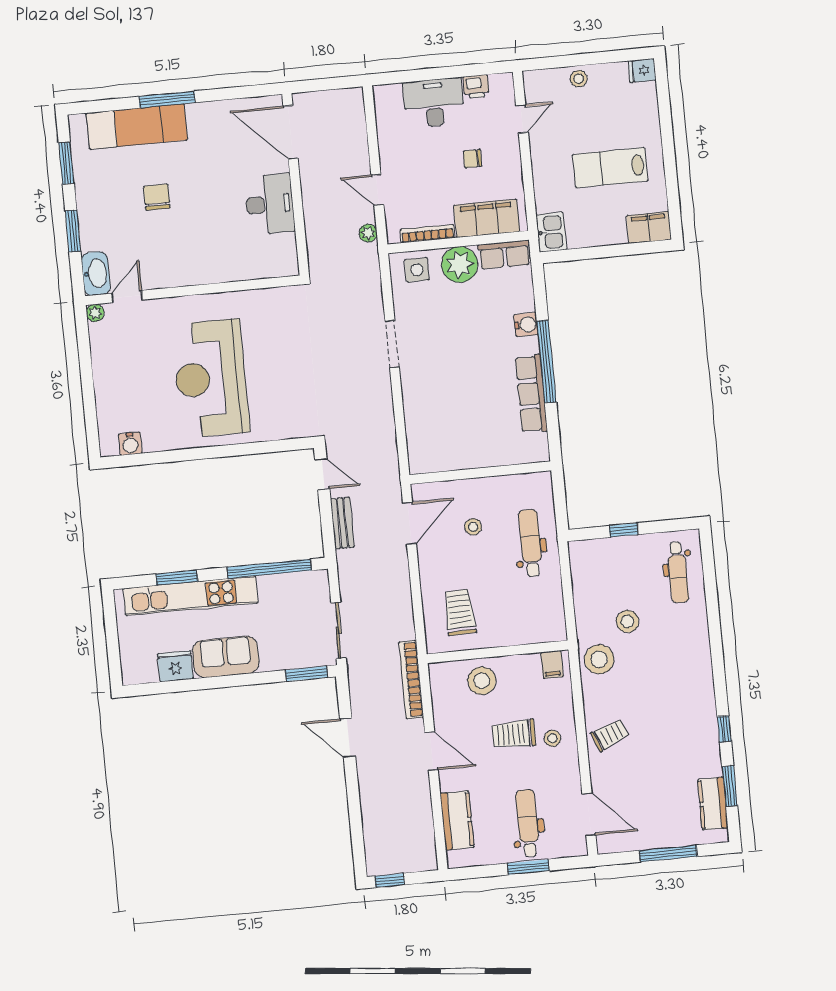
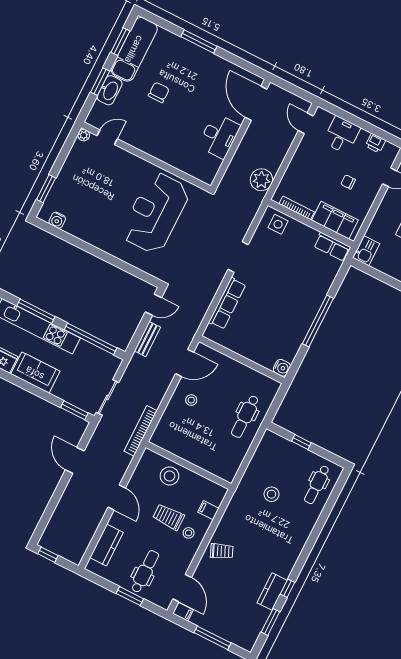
desk: (434, 103) -> (342, 135), width x0.73
exam couch: (137, 127) -> (134, 49), moved, turned -90
door: (377, 190) -> (306, 123), moved
plant: (368, 233) -> (261, 180), width x1.87, depth x1.87
plant: (460, 265) -> (304, 236), removed
washbasin: (96, 274) -> (110, 90), moved
water cooler: (526, 325) -> (282, 368), moved
reception desk: (211, 378) -> (155, 213), moved
row of seats: (531, 394) -> (227, 303), moved, turned 180
window: (90, 412) -> (46, 189), added
door: (322, 474) -> (153, 305), hinge flipped
stool: (473, 527) -> (191, 400), moved
dental chair: (531, 543) -> (245, 416), turned 180
window: (177, 578) -> (36, 311), width x1.44
trolley: (460, 612) -> (181, 430), removed
stool: (599, 659) -> (242, 505), removed
filing cabinet: (552, 664) -> (208, 510), moved, turned 90
bookcase: (411, 680) -> (141, 431), moved
kitchen counter: (713, 804) -> (272, 592), moved
filing cabinet: (609, 844) -> (183, 612), added

